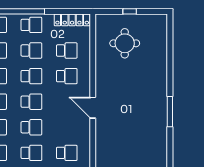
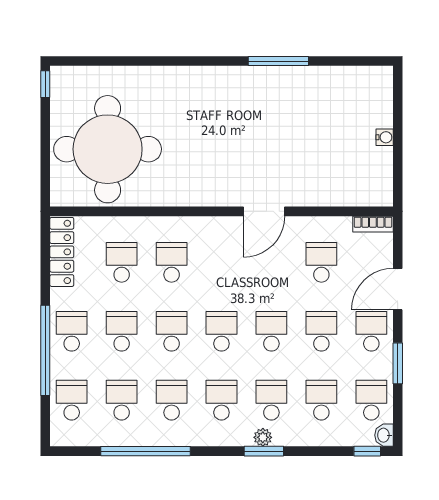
window: (130, 11) -> (45, 84), moved
round table: (125, 43) -> (108, 149), width x1.86, depth x1.86
door: (93, 108) -> (264, 211), moved
window: (170, 112) -> (278, 61), moved

